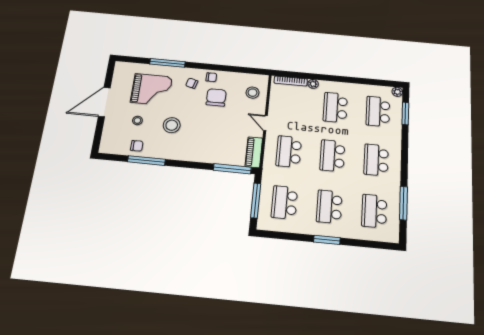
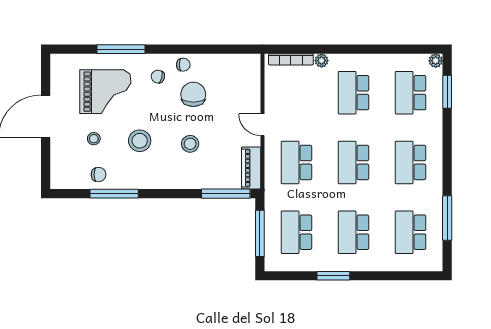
stool: (252, 93) -> (190, 144), moved
window: (327, 240) -> (333, 276), moved

